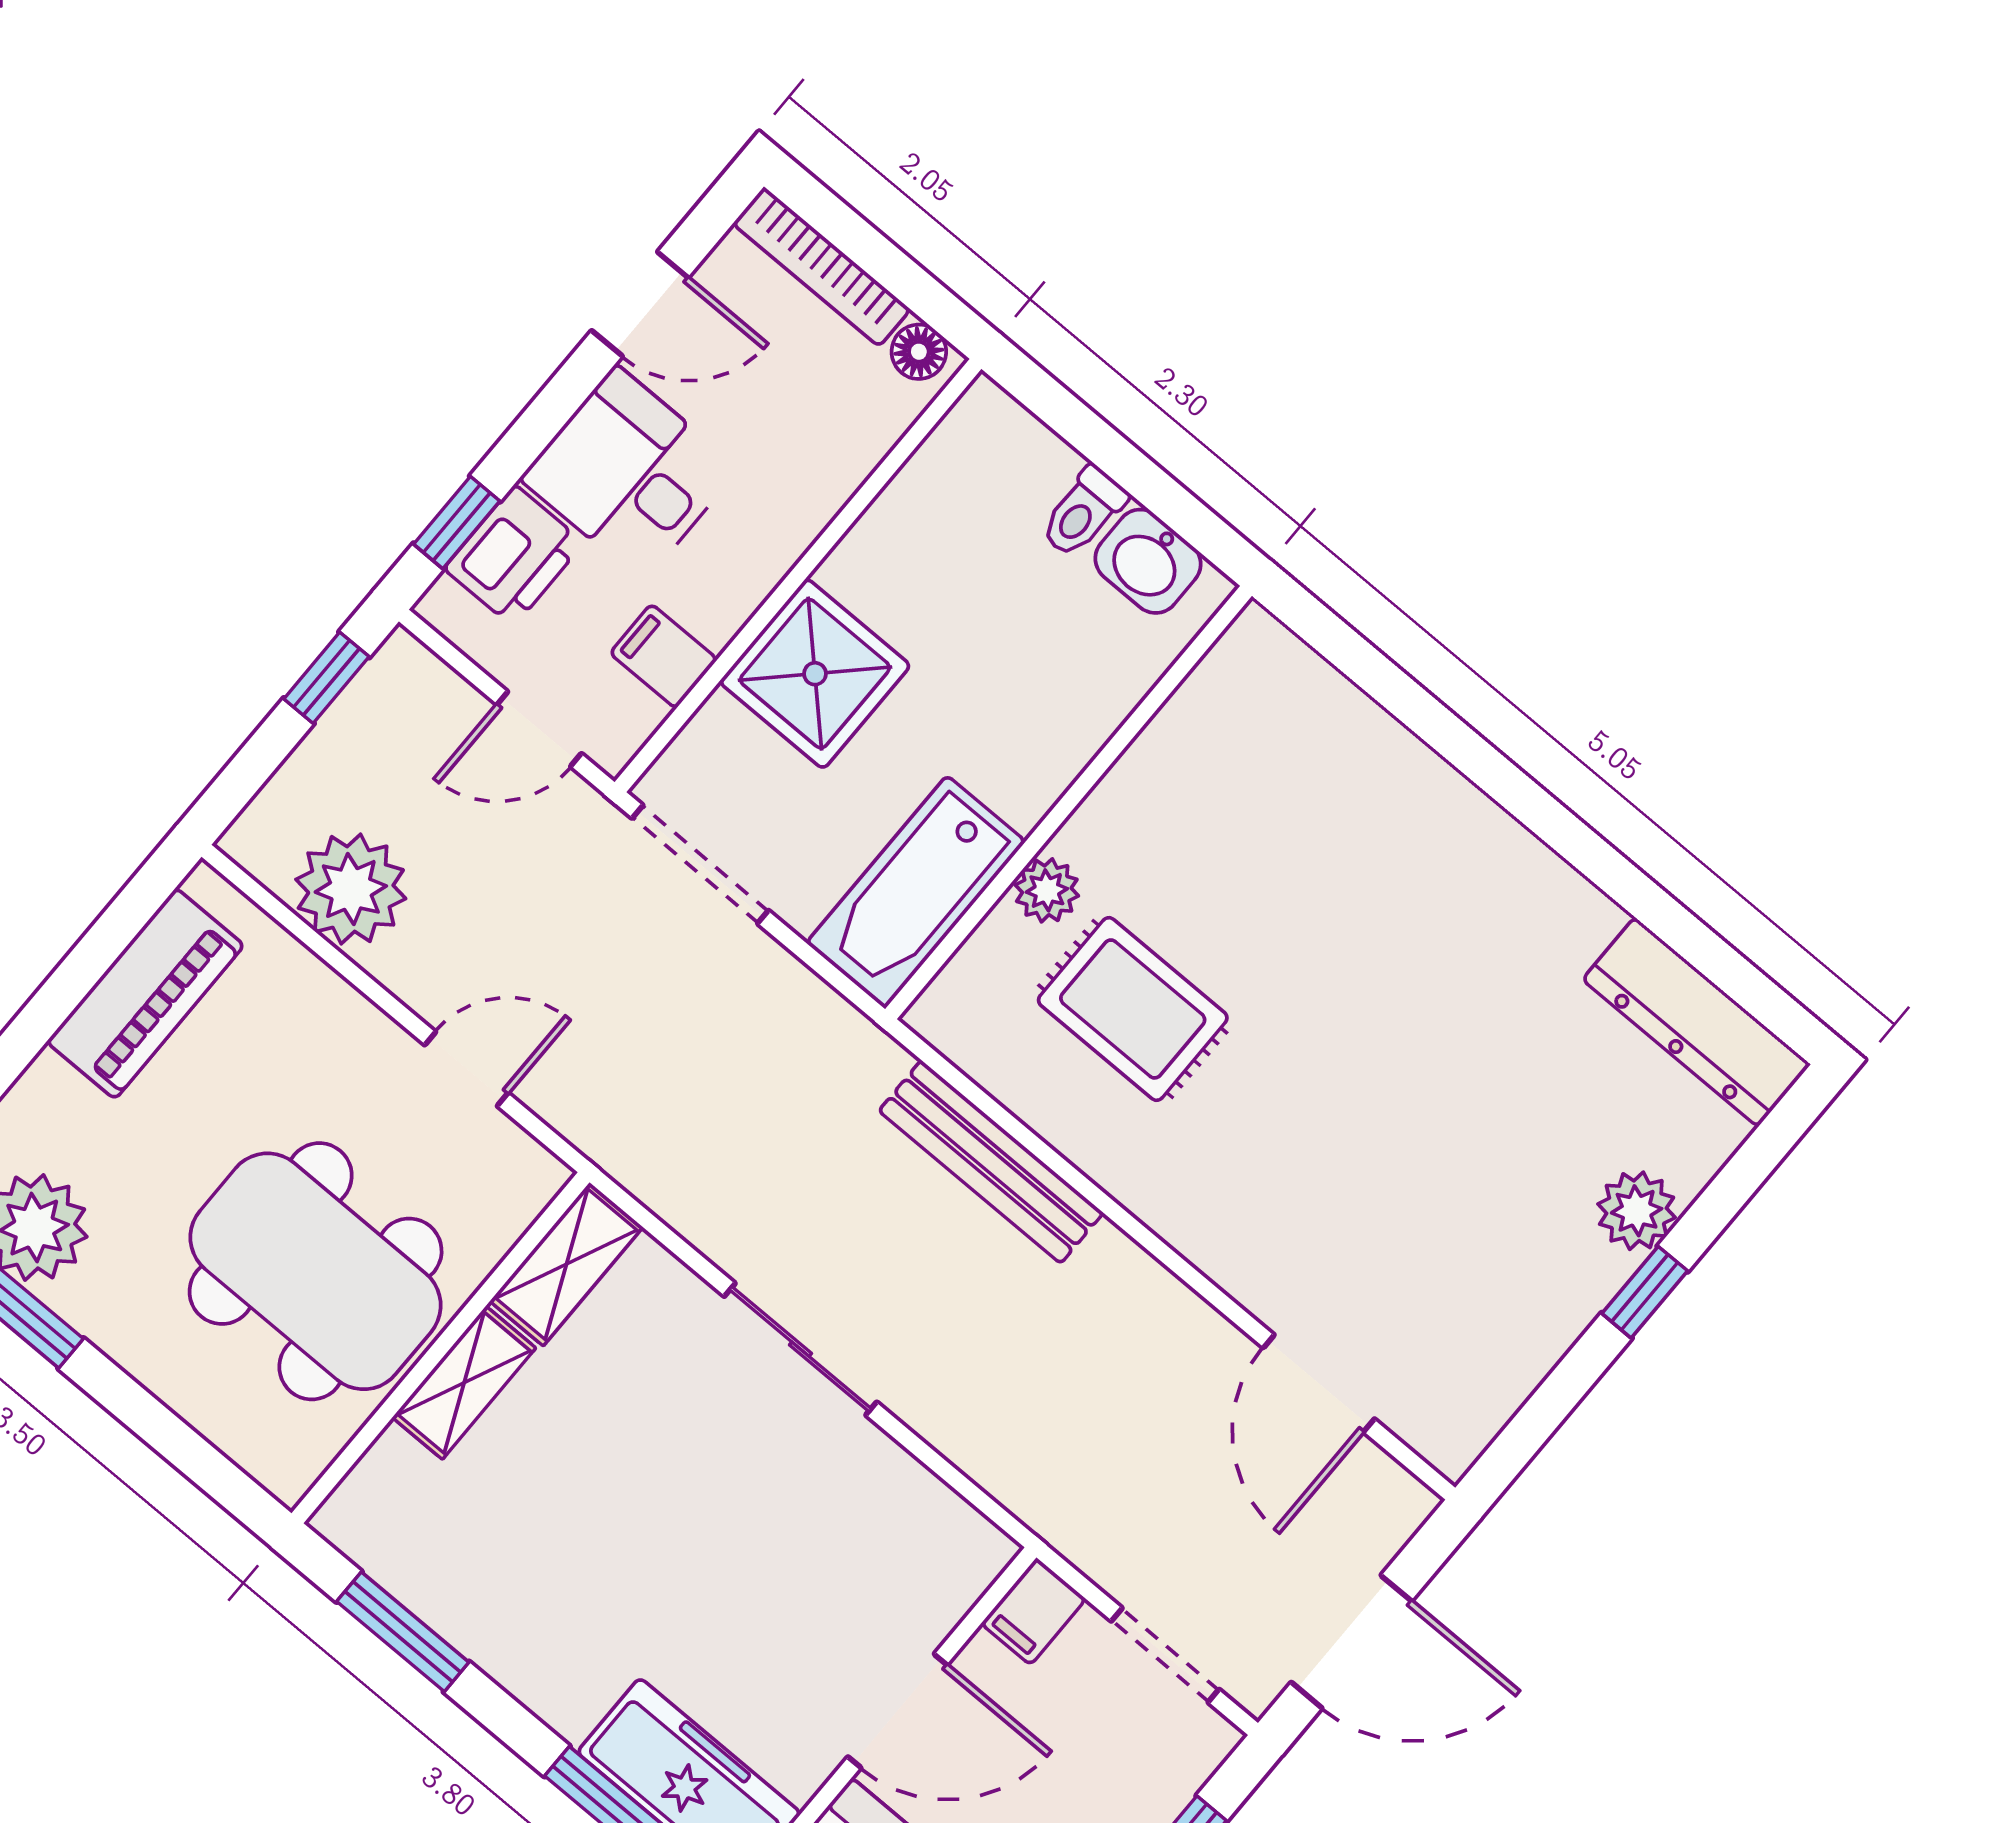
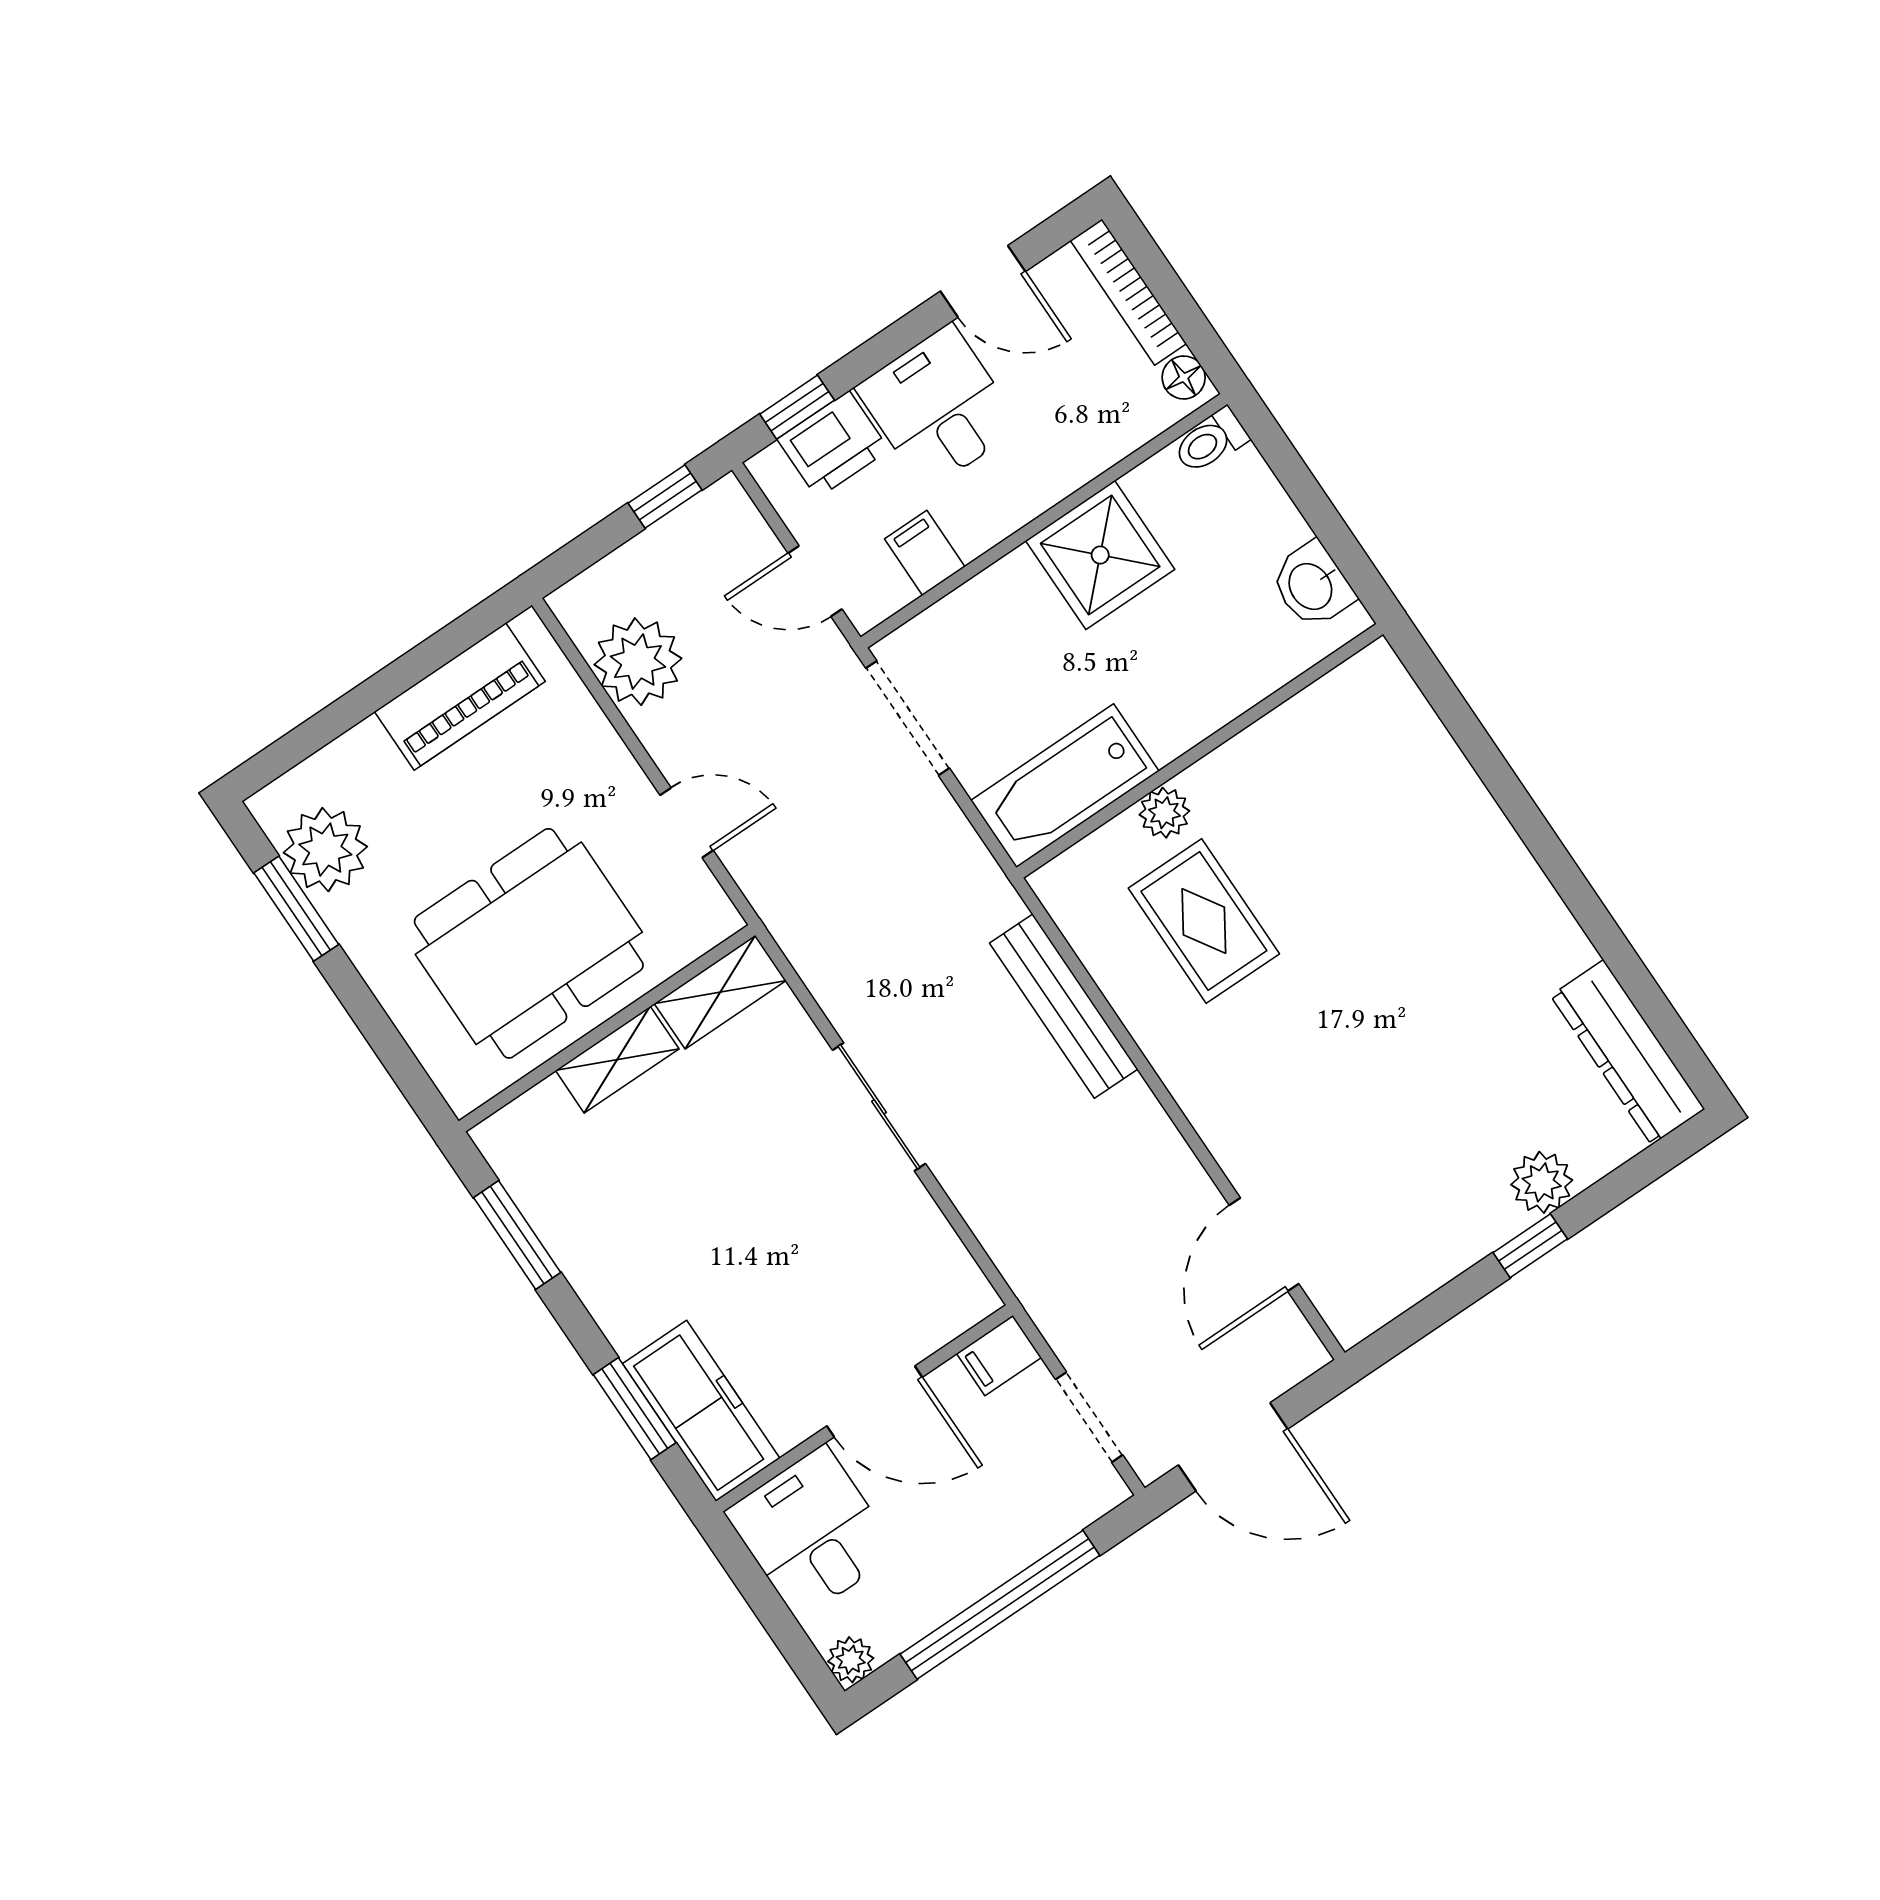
toilet: (1083, 512) -> (1211, 441), moved
shower: (815, 674) -> (1100, 555), moved
dining table: (316, 1271) -> (529, 943), turned 90

